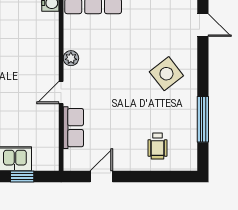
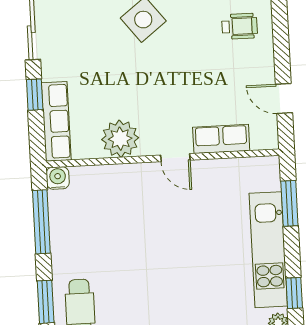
plant: (71, 58) -> (120, 139), width x1.87, depth x1.87
window: (22, 177) -> (289, 203), width x1.50

